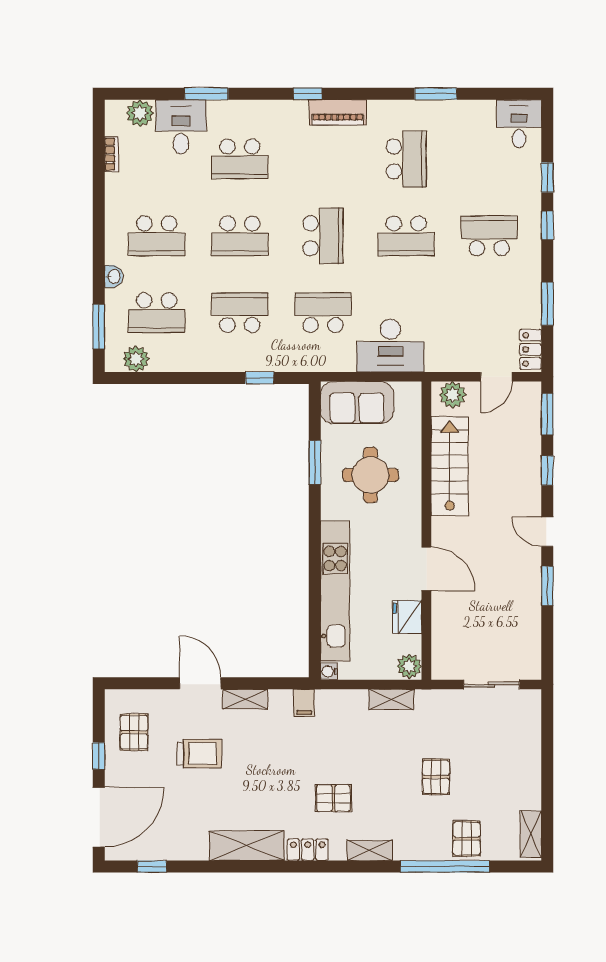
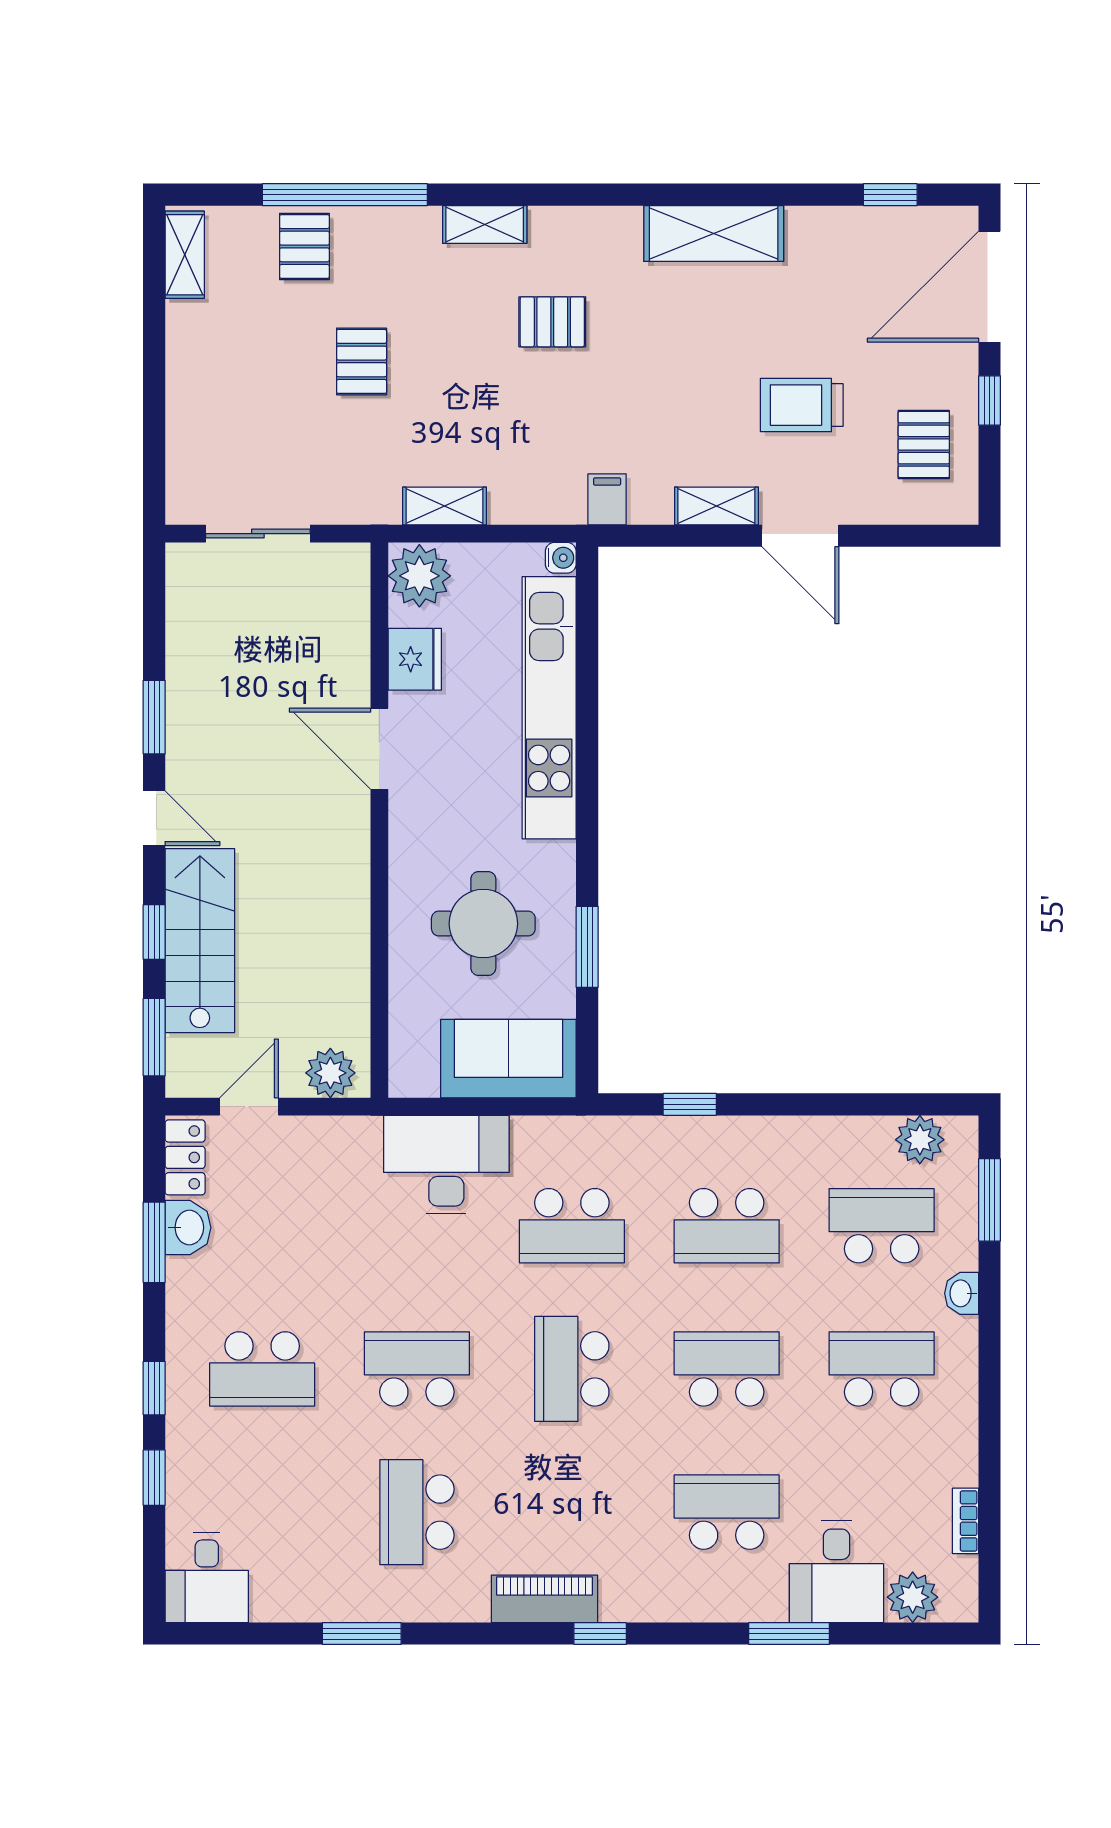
washbasin: (529, 312) -> (188, 1228), added
stairs: (450, 466) -> (200, 941), moved, turned 180
plant: (409, 666) -> (419, 576), width x1.36, depth x1.36
locker: (308, 850) -> (600, 226), removed

